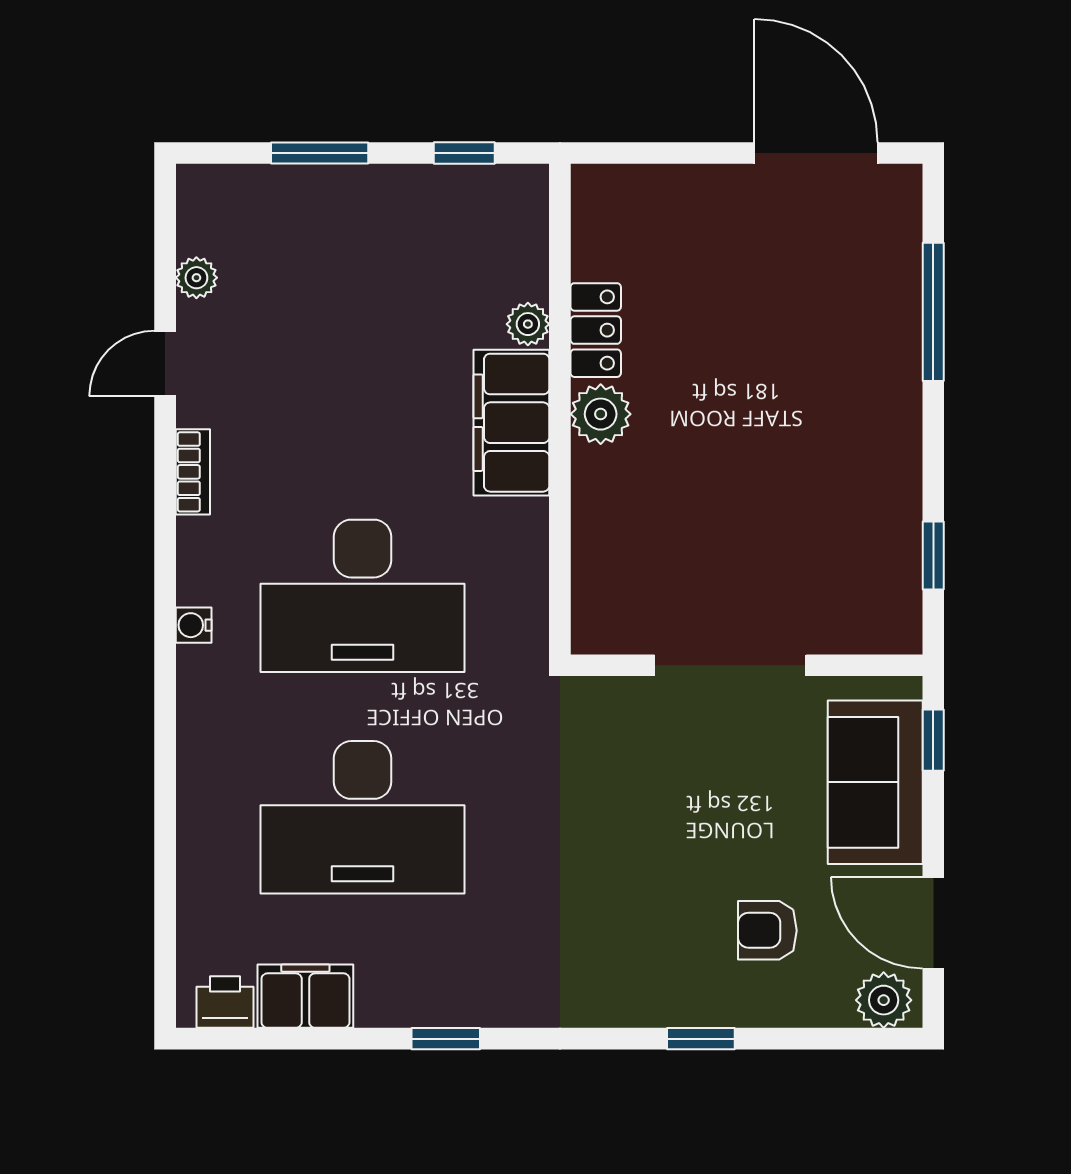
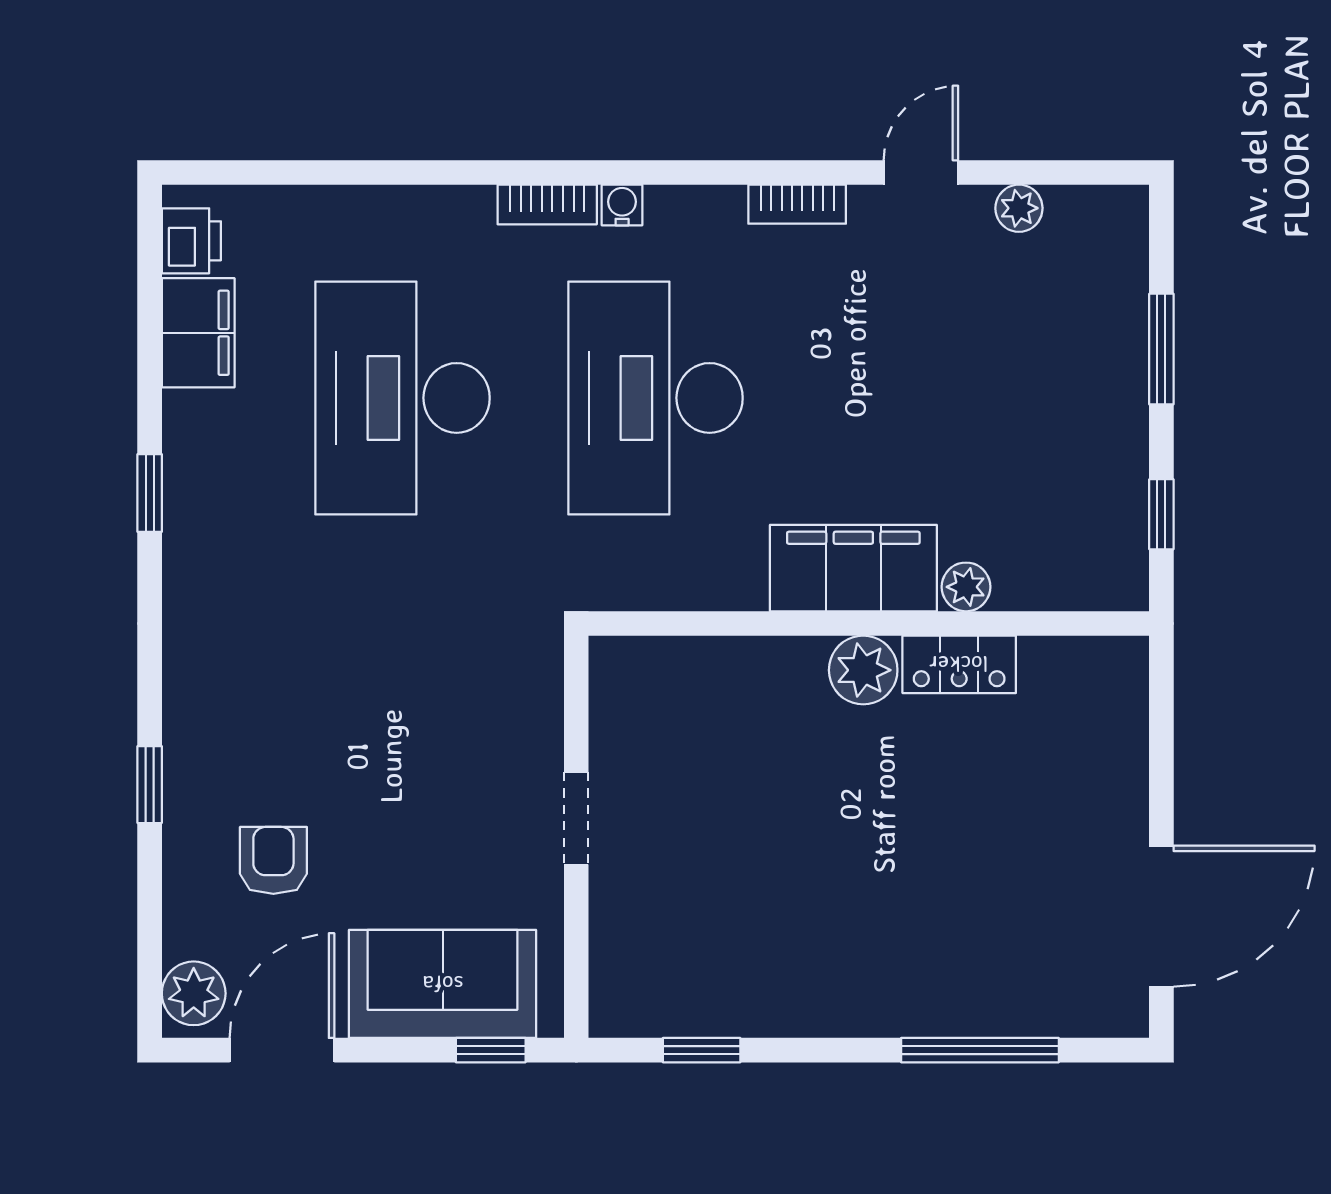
door: (165, 363) -> (921, 172), hinge flipped
doorway: (730, 665) -> (576, 818), width x0.53
bookcase: (193, 691) -> (547, 205), added

